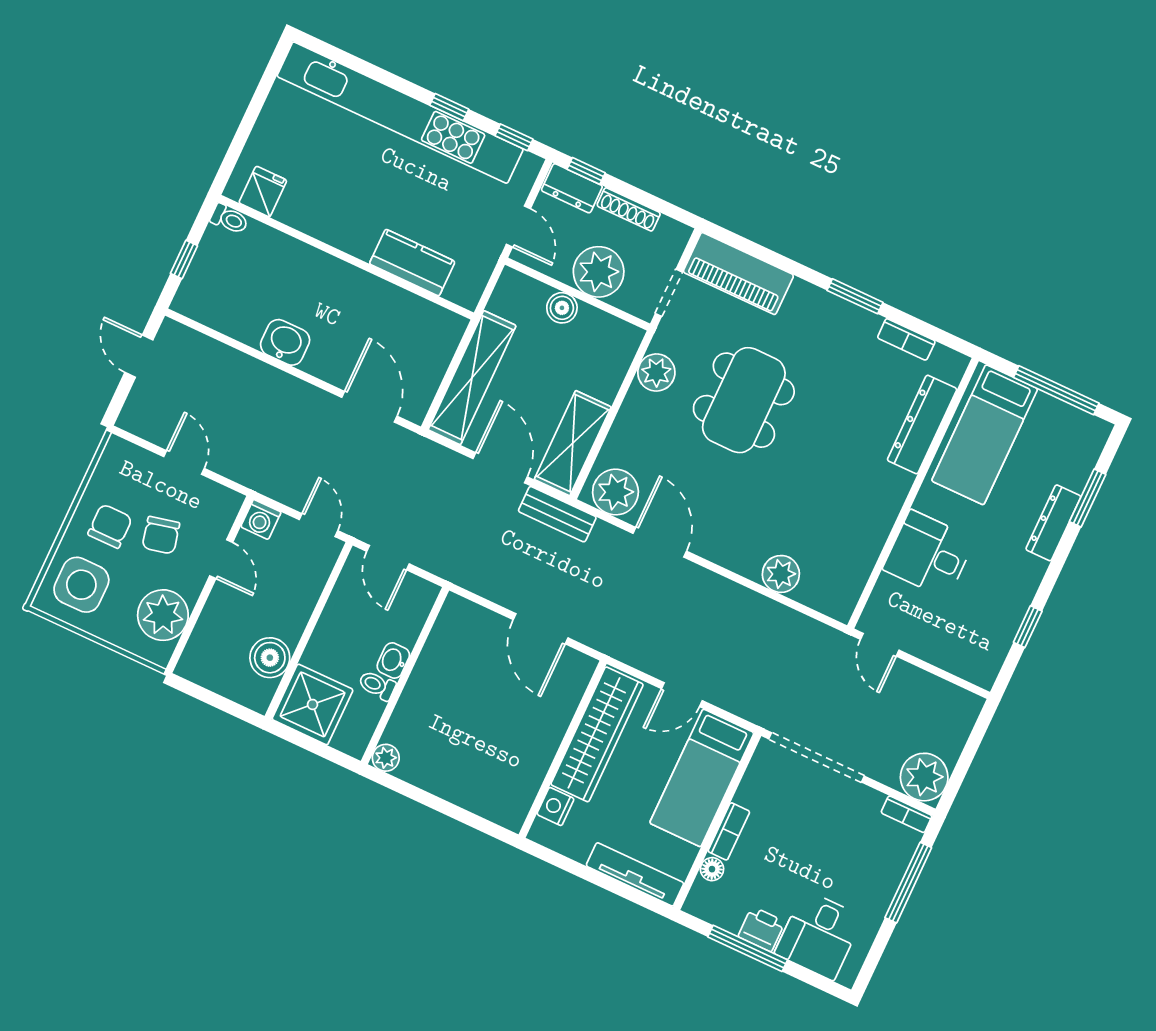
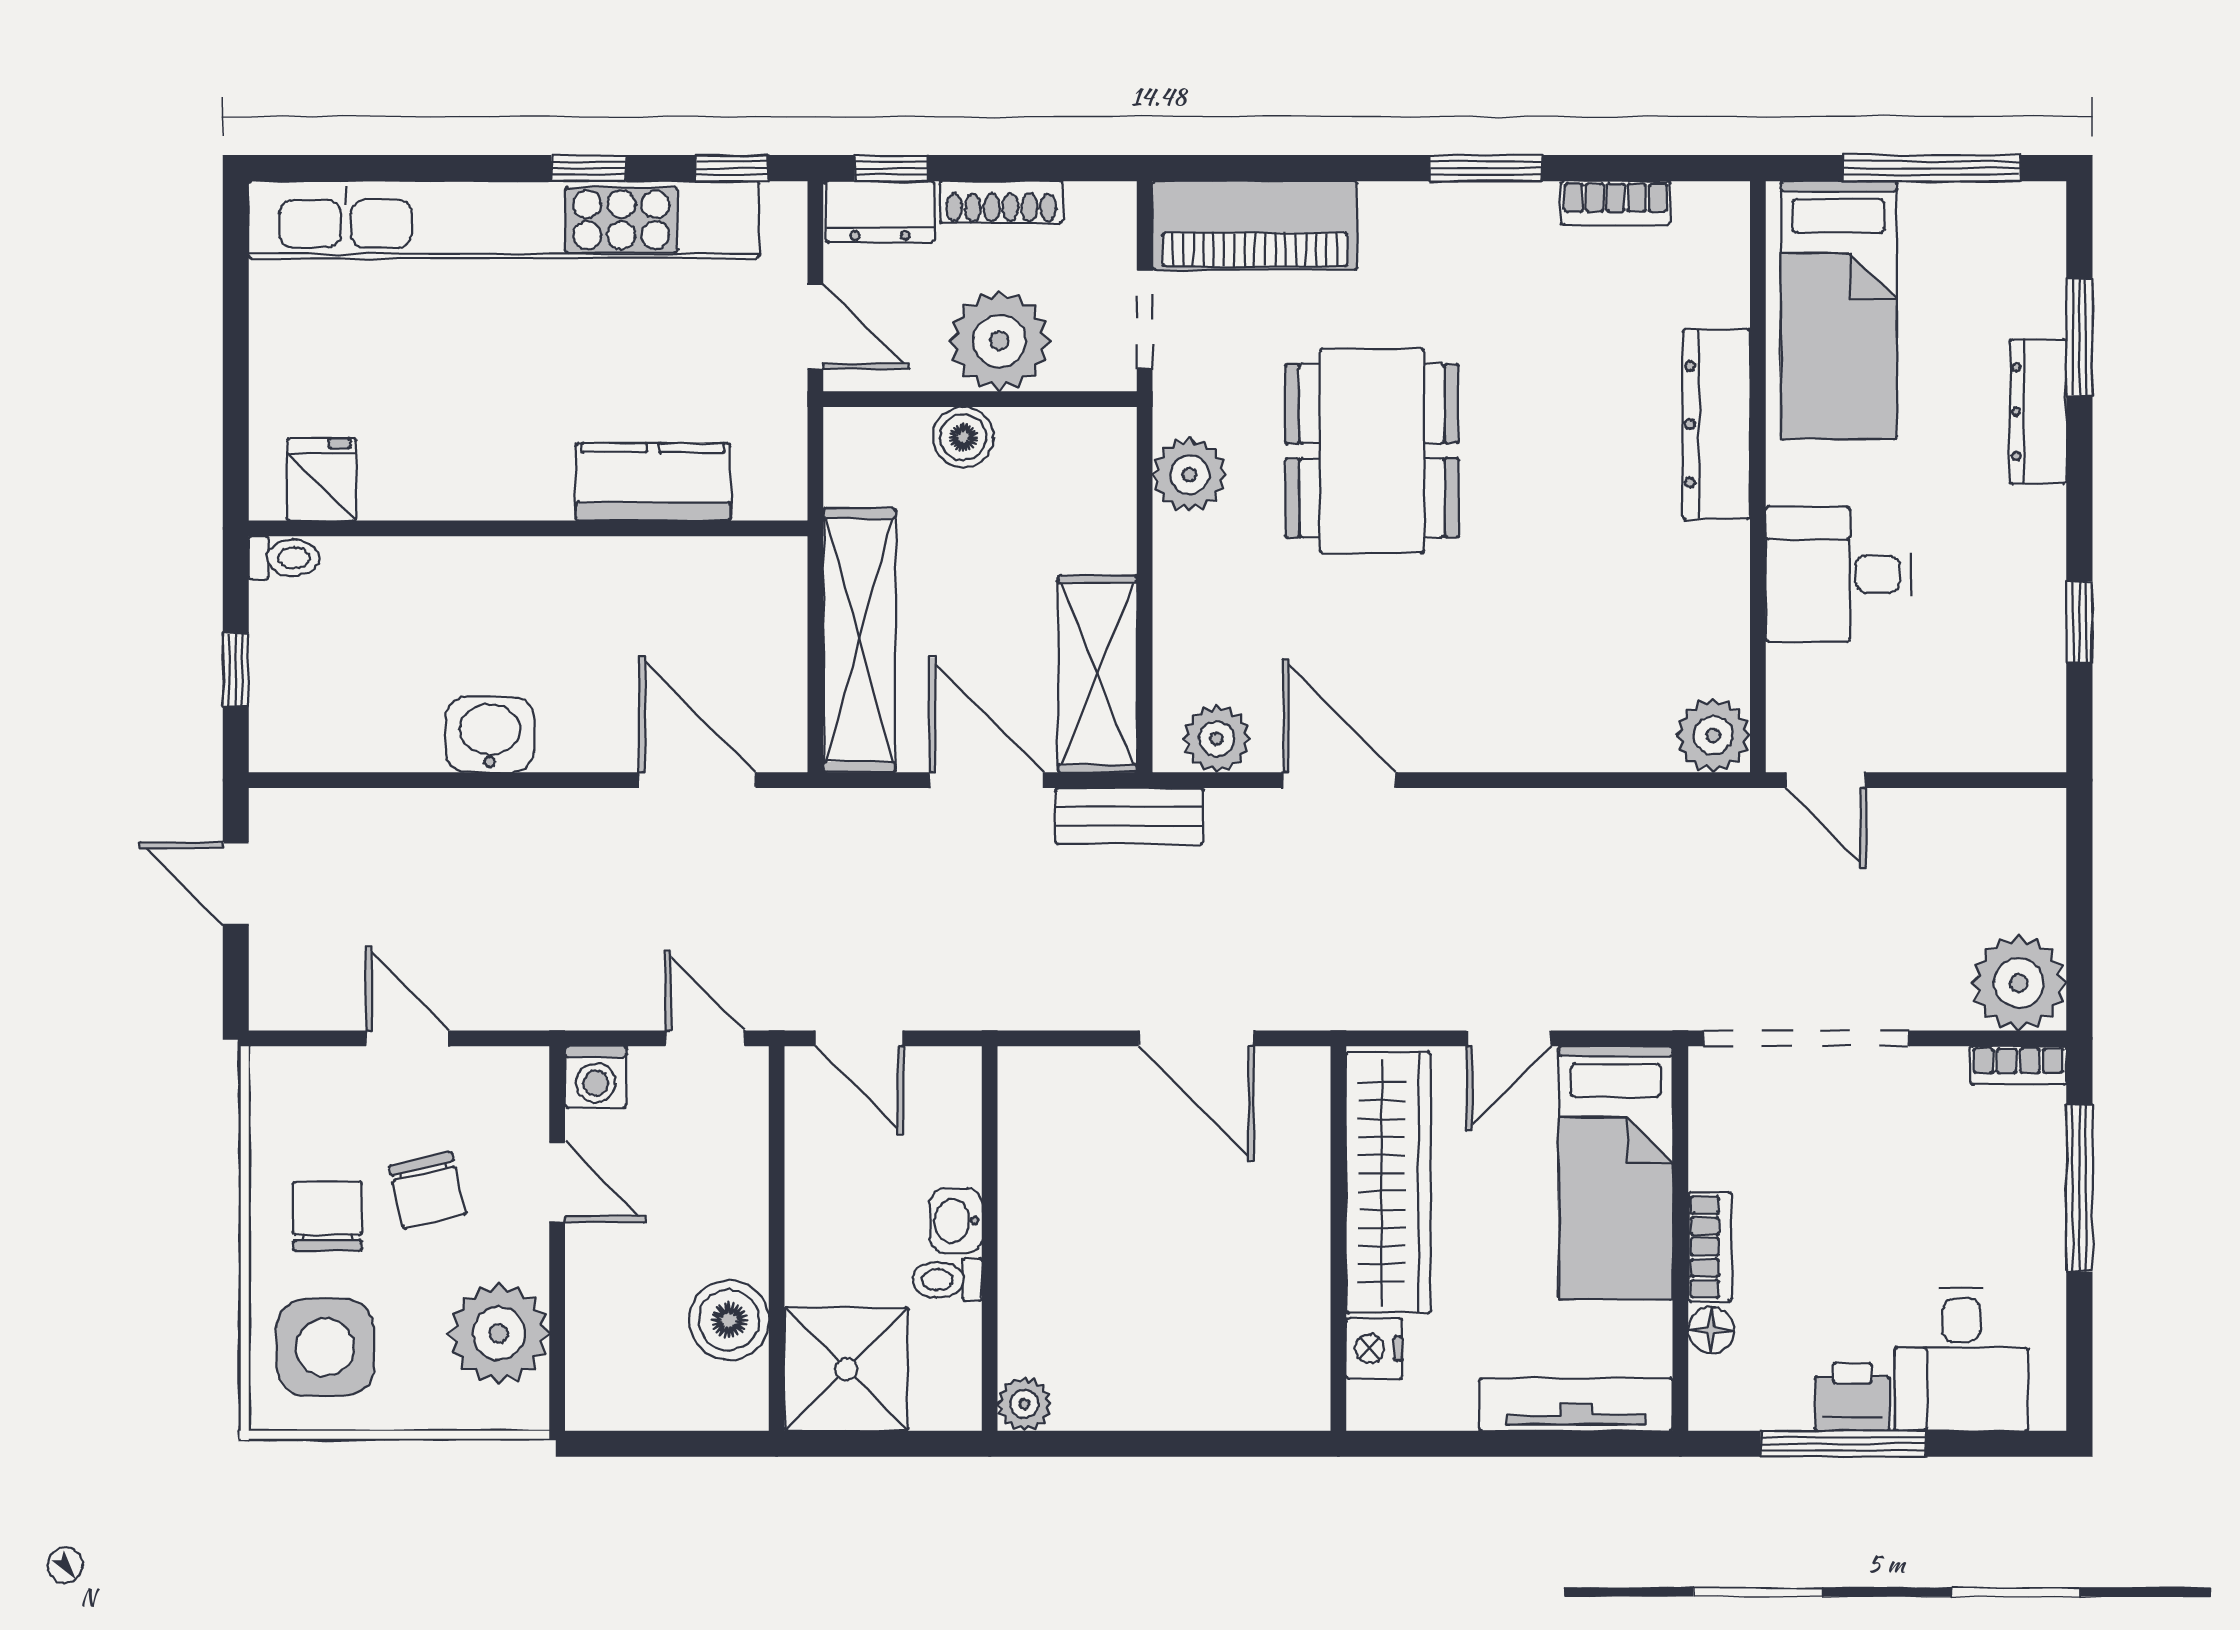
dresser: (922, 424) -> (1716, 424), moved
plant: (615, 492) -> (1217, 739), width x0.73, depth x0.73
plant: (781, 574) -> (1713, 735), moved

